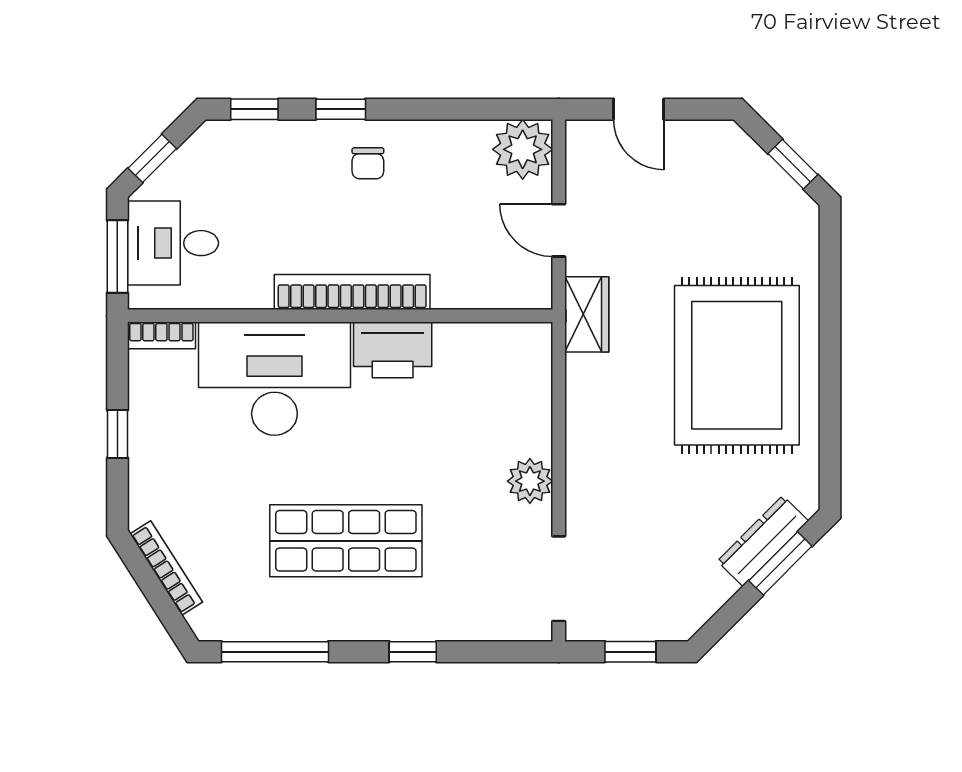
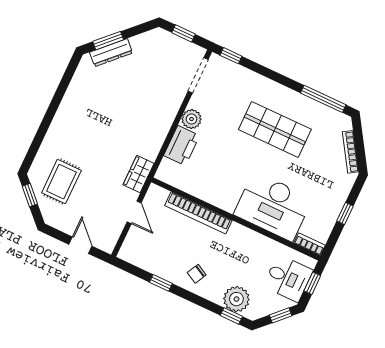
window: (341, 109) -> (161, 283), moved
plant: (523, 149) -> (236, 299), moved
chair: (368, 163) -> (197, 274), turned -152
window: (117, 257) -> (312, 283), width x0.67
bookcase: (352, 292) -> (198, 213), moved
printer: (393, 350) -> (182, 146), moved, turned 90
rug: (737, 365) -> (61, 182), moved, width x0.54, depth x0.49
window: (413, 652) -> (231, 56), moved

